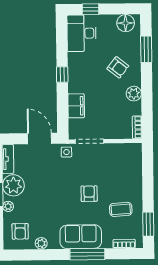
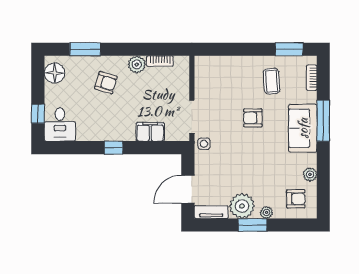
desk: (82, 33) -> (60, 124), width x0.73
armchair: (118, 67) -> (106, 83), turned 69
bookcase: (137, 127) -> (160, 61), moved
door: (39, 139) -> (188, 189), moved

